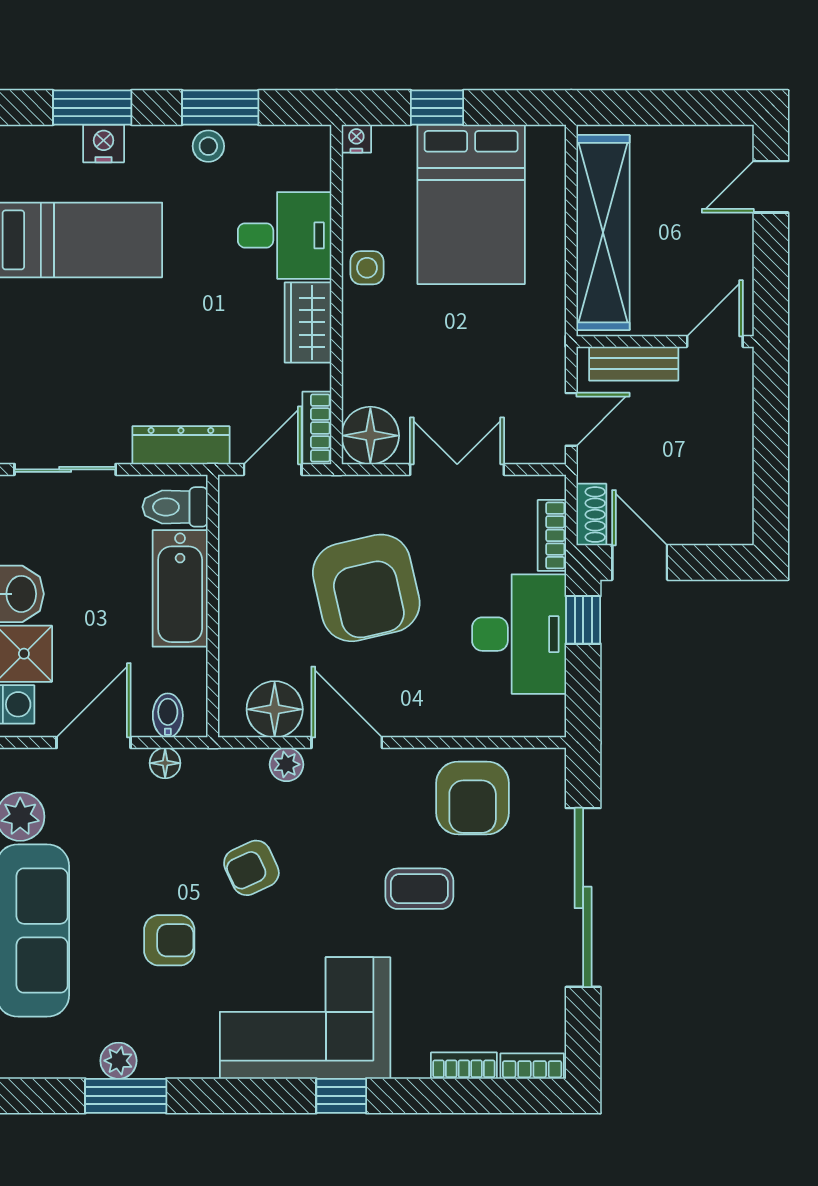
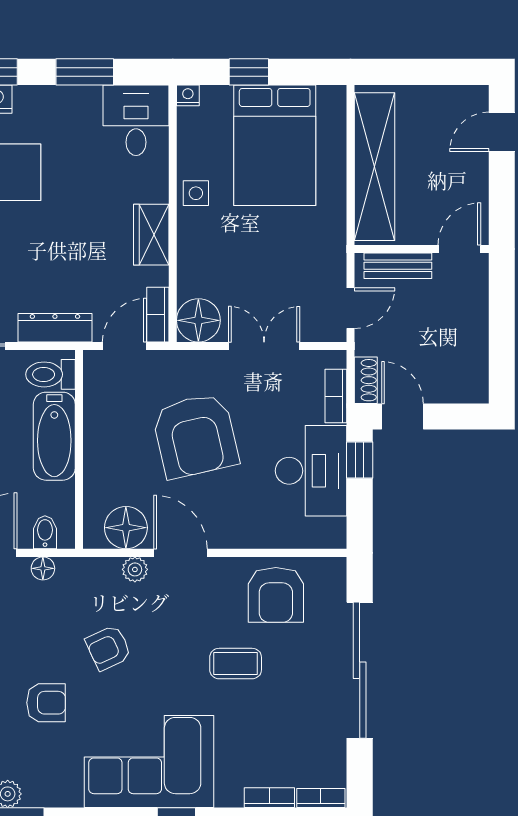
stool: (208, 146) -> (76, 101), removed
desk: (285, 235) -> (136, 120), moved, turned -90

